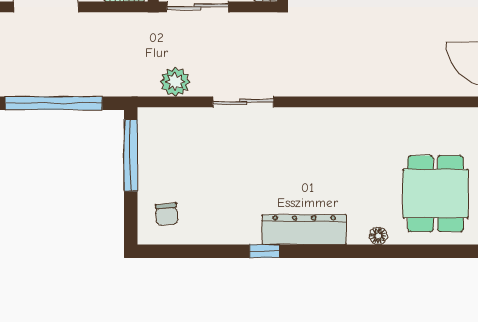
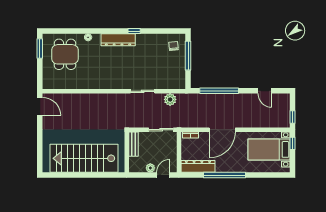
window: (131, 155) -> (188, 56), moved

